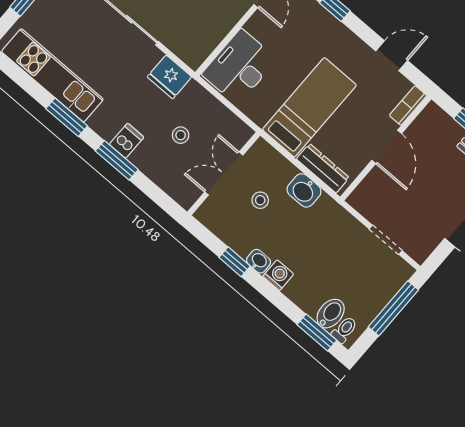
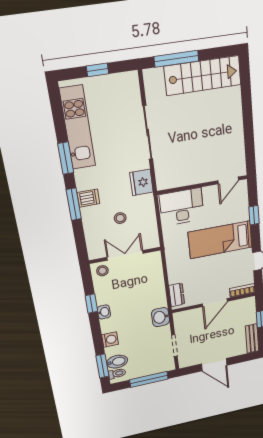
bed: (309, 107) -> (220, 240), moved, turned 180
dresser: (323, 168) -> (177, 295), width x0.70
washbasin: (304, 190) -> (161, 317), moved
stool: (260, 200) -> (102, 271), moved
washing machine: (278, 275) -> (110, 340), moved

